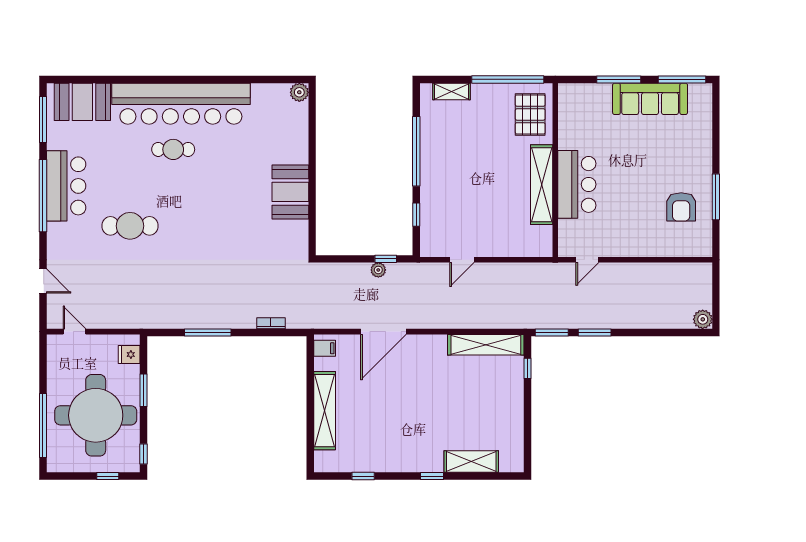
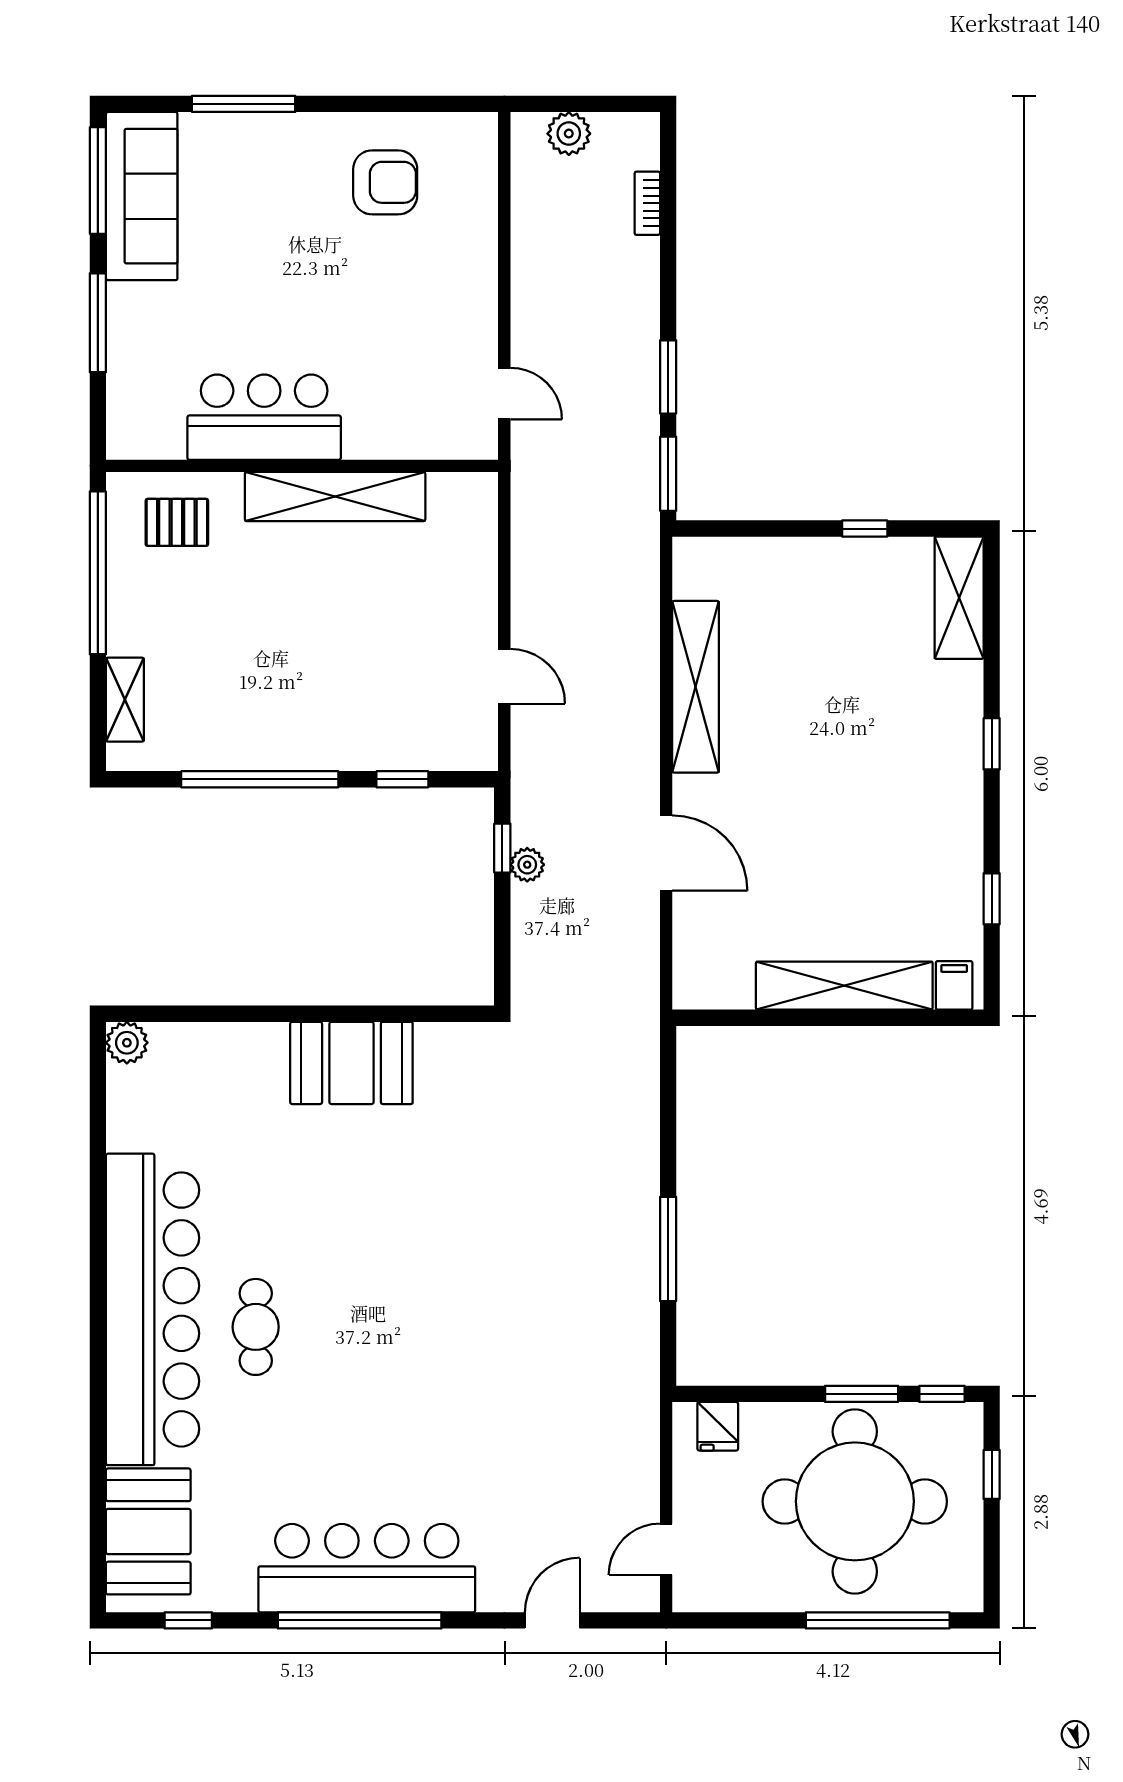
sofa: (650, 99) -> (142, 196), moved
pallet: (530, 114) -> (177, 522), width x0.67, depth x0.71
window: (43, 120) -> (188, 1620), width x0.46
bar counter: (577, 184) -> (264, 417), moved
bar counter: (66, 186) -> (367, 1568), width x1.36
window: (716, 197) -> (244, 104), moved
cafe table: (130, 226) -> (428, 1424), removed
plant: (703, 319) -> (569, 134), moved
bookcase: (271, 323) -> (647, 203), moved
door: (383, 332) -> (666, 853), width x0.73
shelving: (486, 345) -> (696, 687), moved
filing cabinet: (325, 348) -> (954, 985), moved
window: (527, 368) -> (865, 529), moved
window: (143, 390) -> (862, 1394), moved
shelving: (471, 462) -> (959, 598), moved

